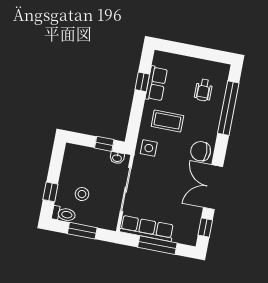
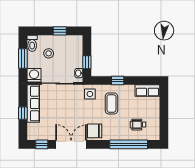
window: (142, 82) -> (118, 81), moved
row of seats: (156, 84) -> (147, 91), moved
chair: (201, 151) -> (95, 131), turned -90
window: (50, 192) -> (60, 31), moved
washing machine: (108, 220) -> (34, 75), added
window: (157, 245) -> (23, 113), width x0.46

